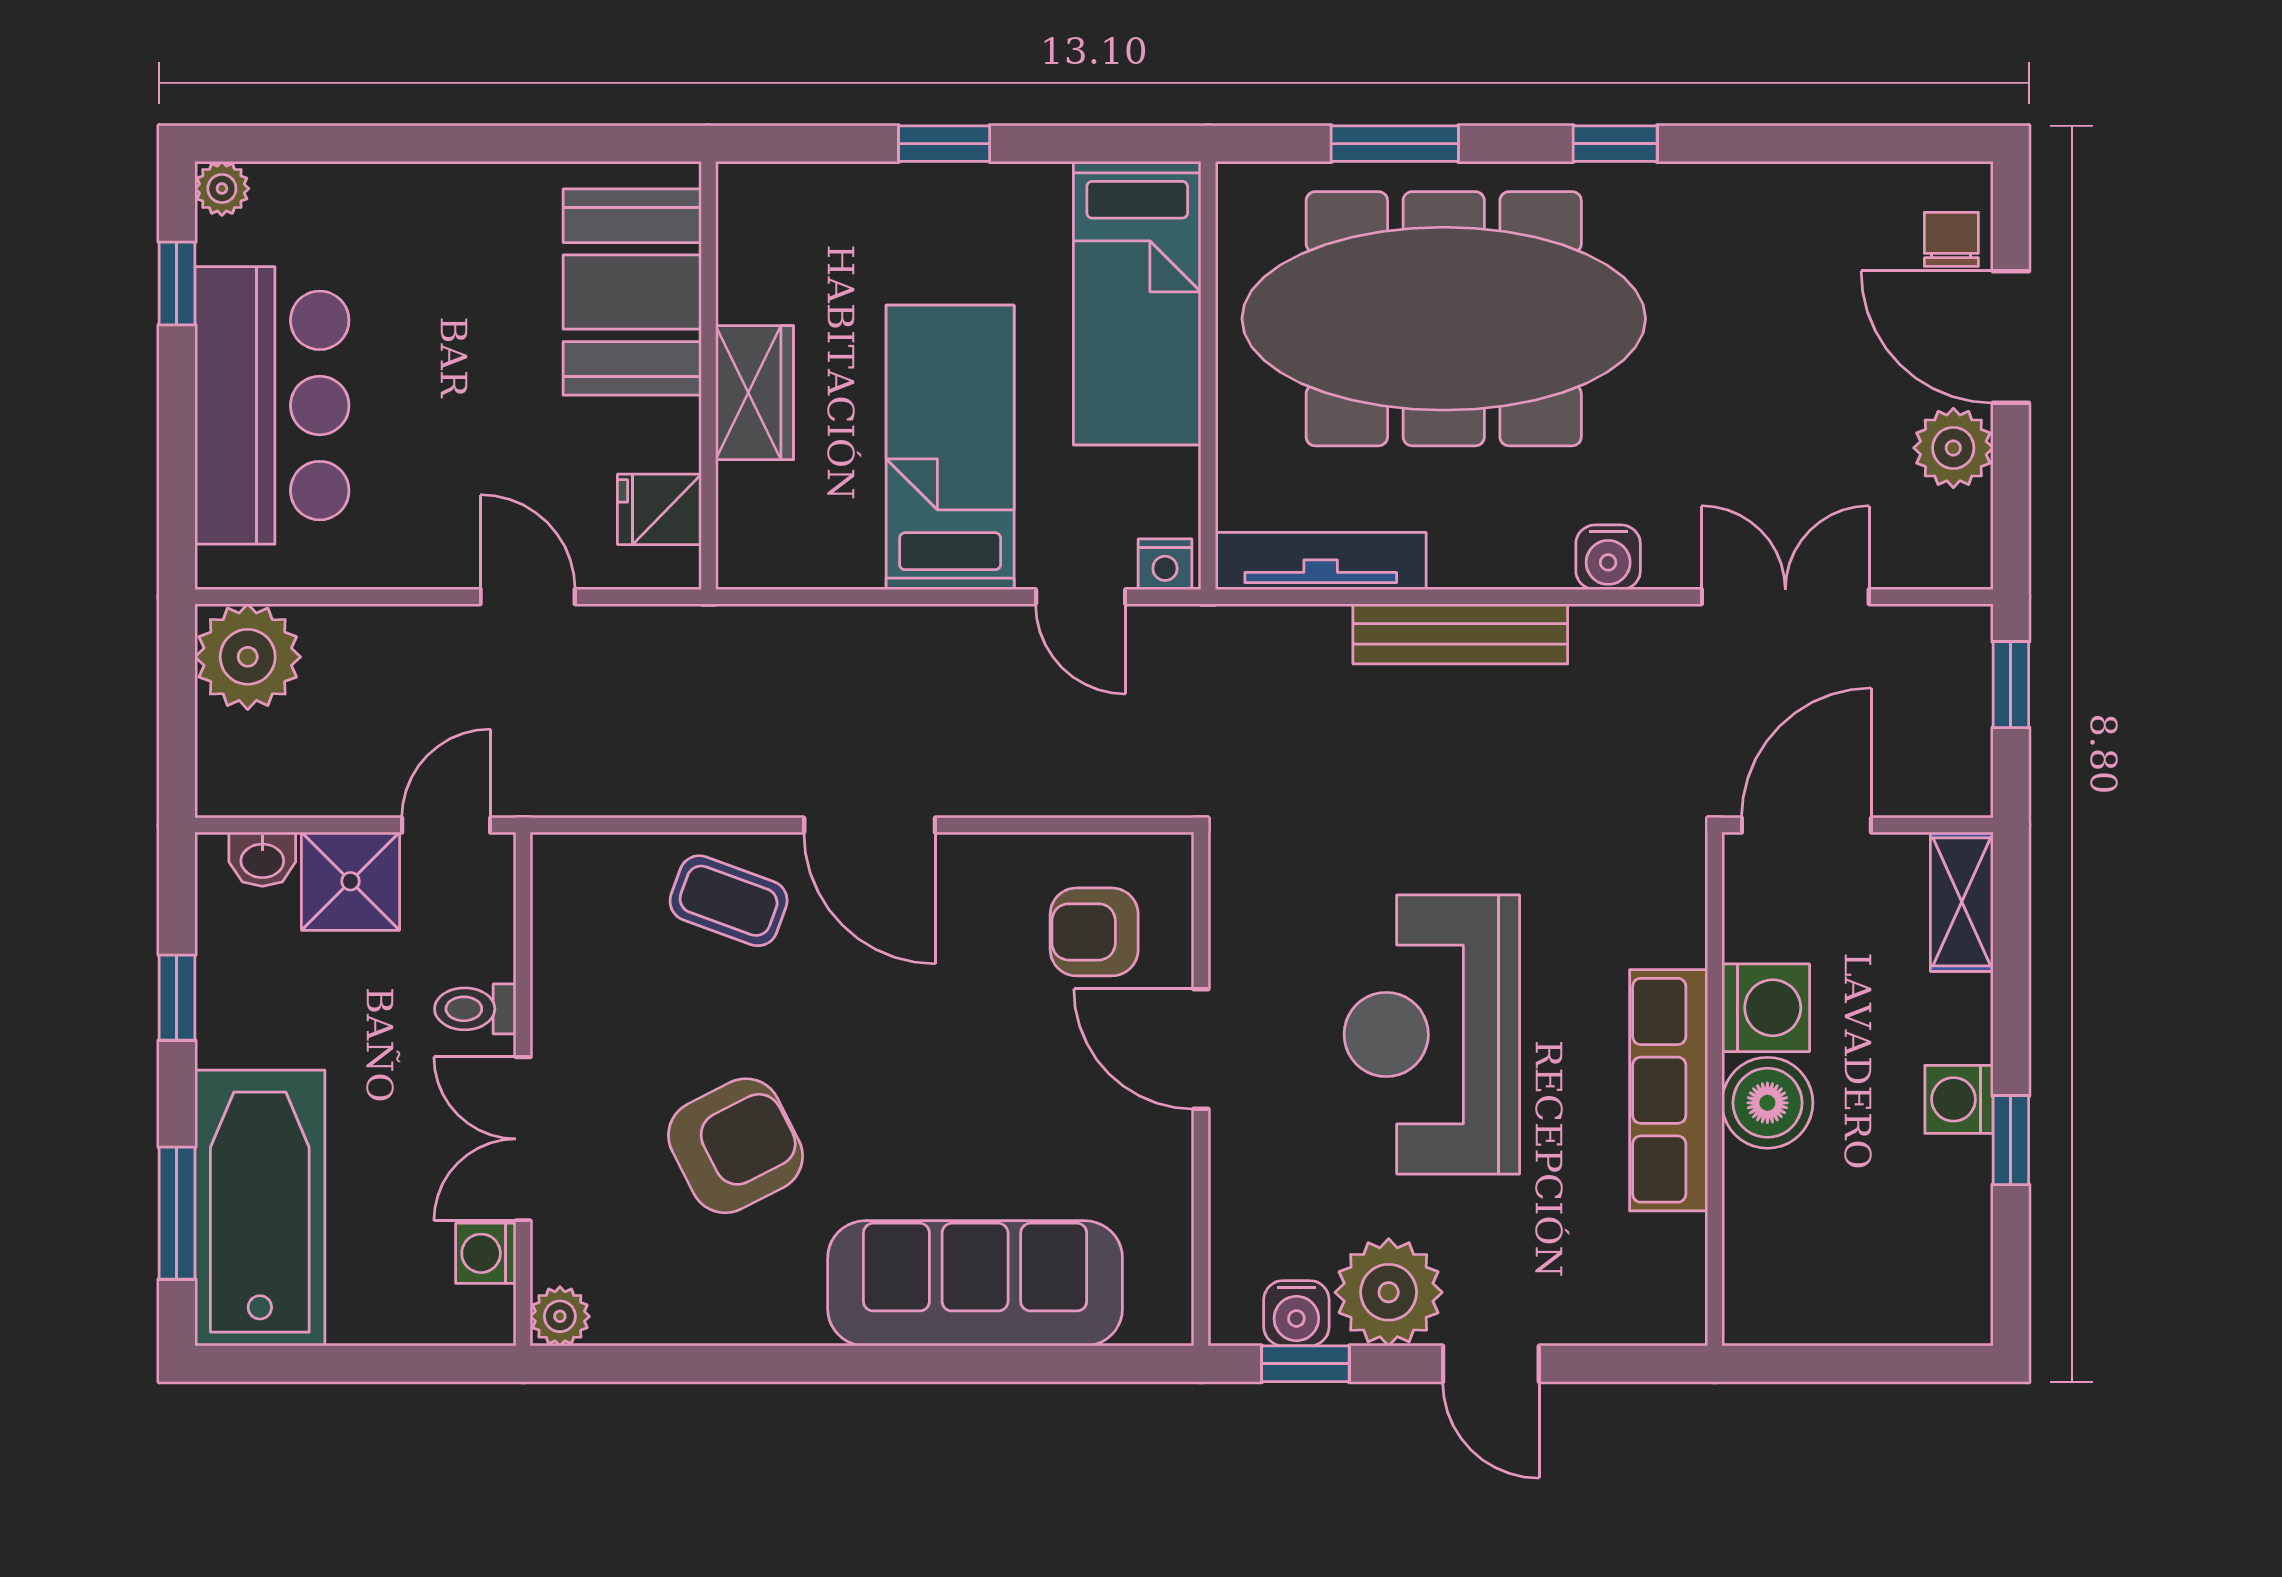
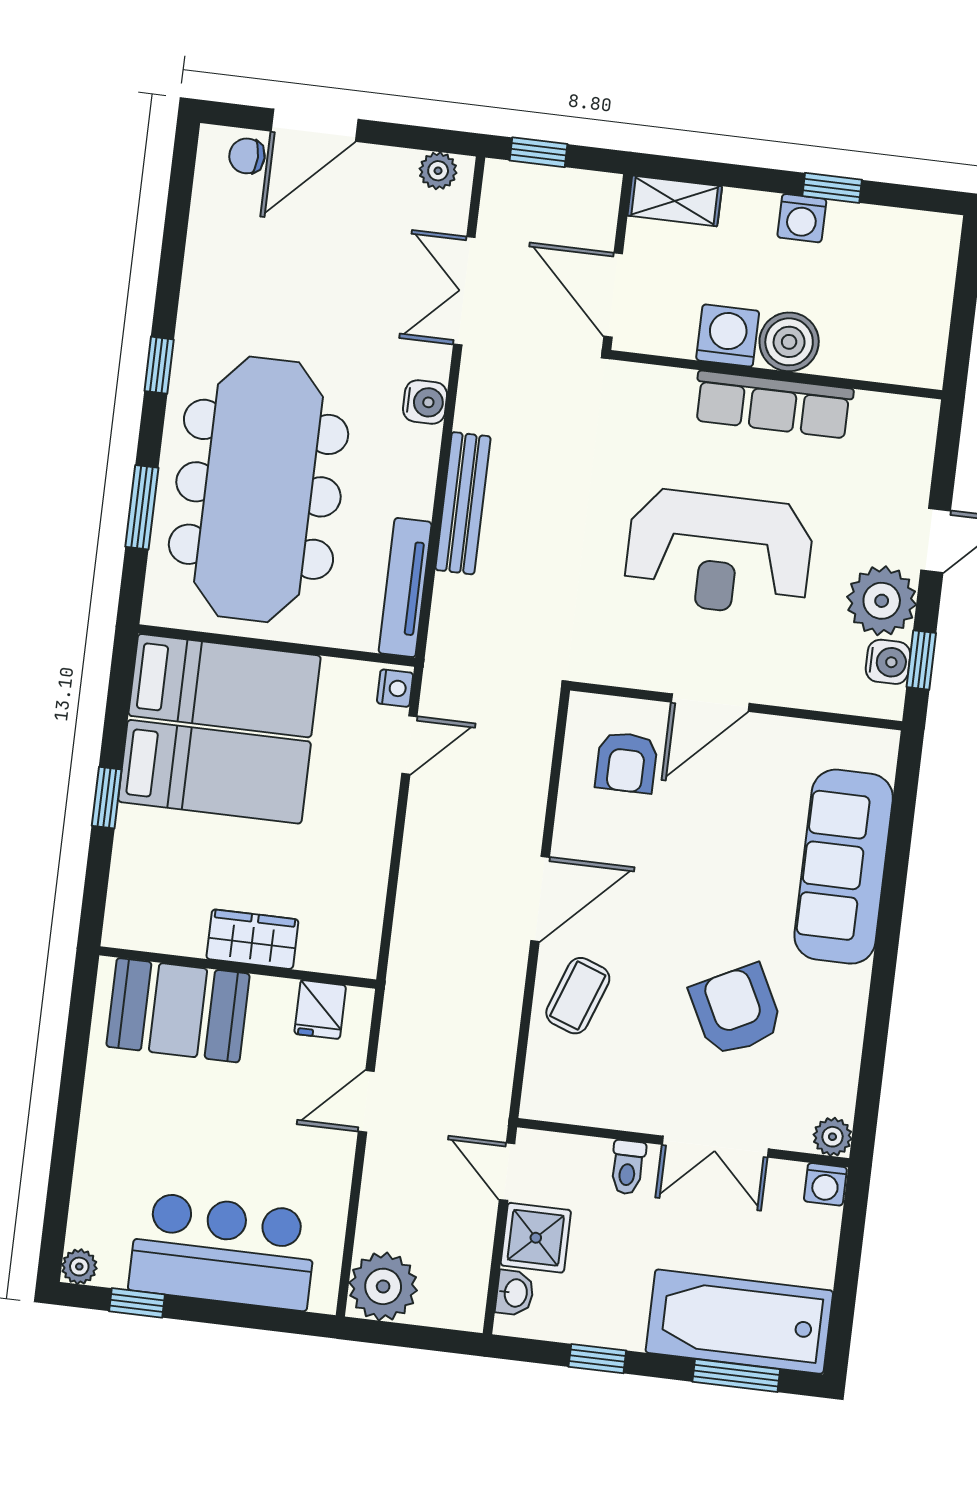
bed: (950, 447) -> (214, 772), moved, turned 180
plant: (1953, 448) -> (438, 171), moved, width x0.73, depth x0.73
washing machine: (486, 1253) -> (825, 1184), moved

